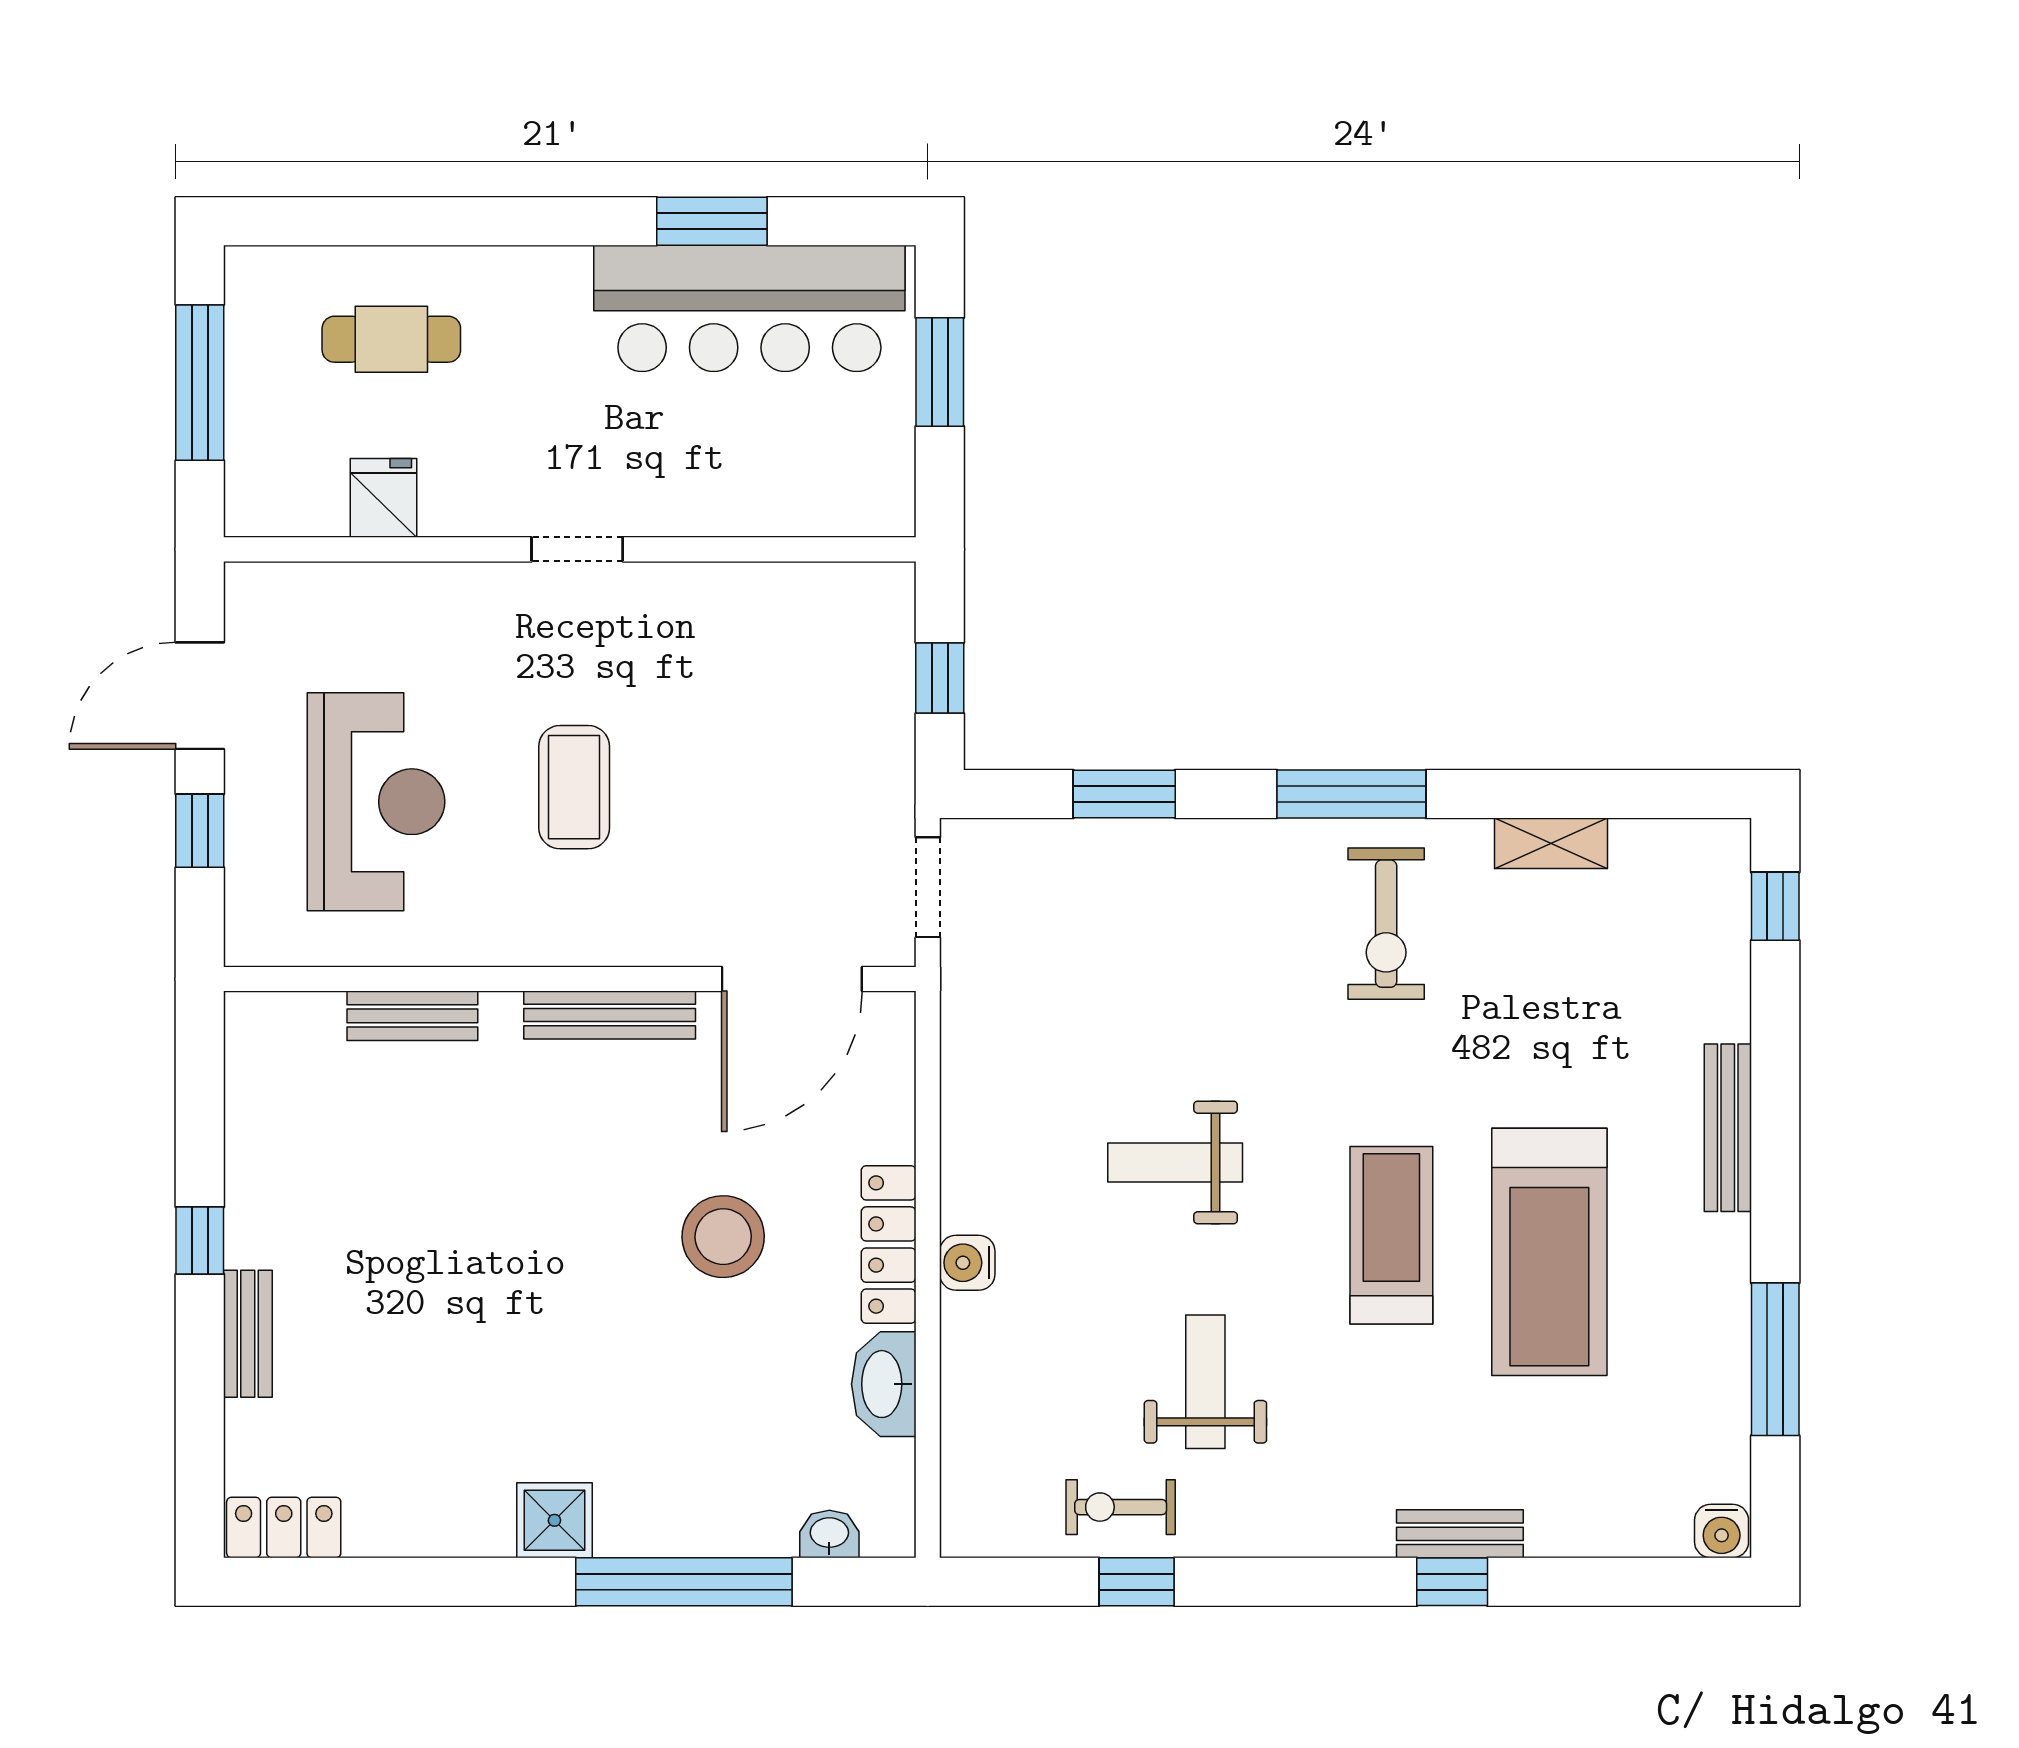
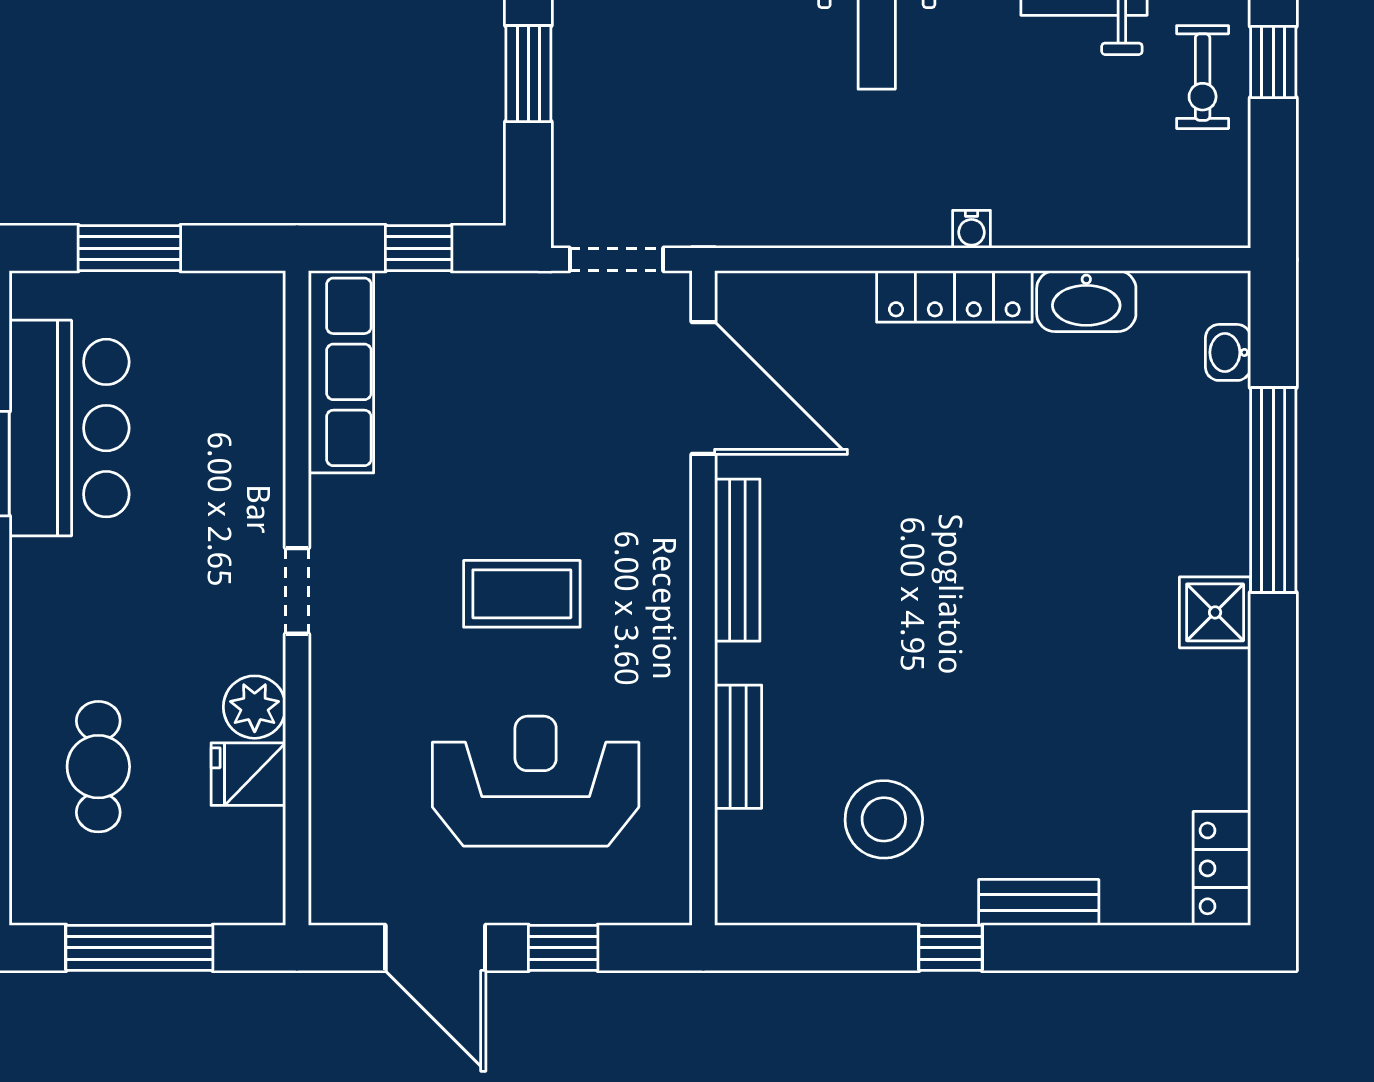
bar counter: (749, 308) -> (69, 428), width x0.73
plant: (454, 504) -> (255, 707), added
row of seats: (809, 596) -> (341, 372), added
stool: (723, 1237) -> (884, 819), moved
water cooler: (967, 1263) -> (972, 229), width x0.72, depth x0.72

